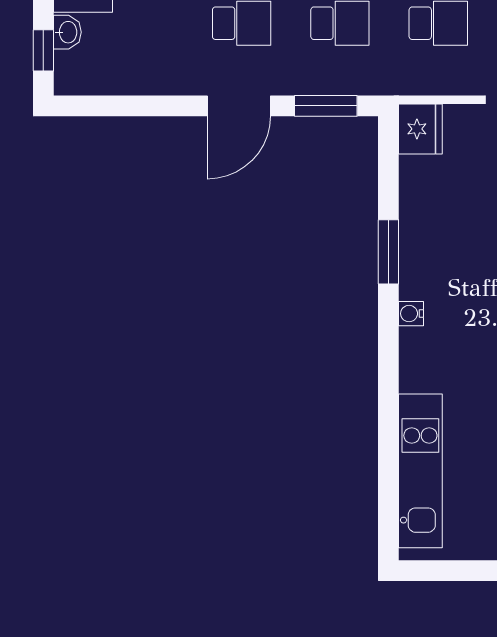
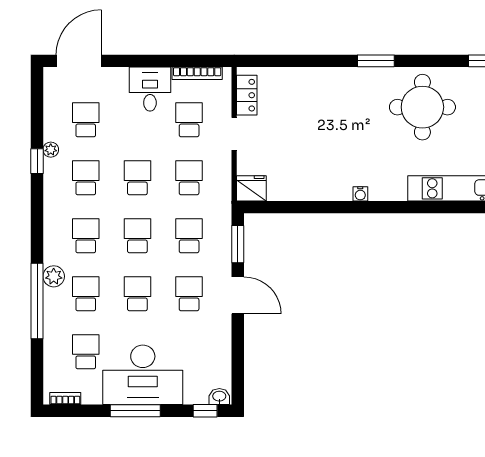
washbasin: (67, 32) -> (219, 397), moved
window: (388, 252) -> (324, 207), removed

